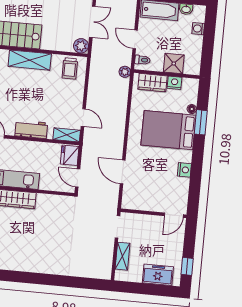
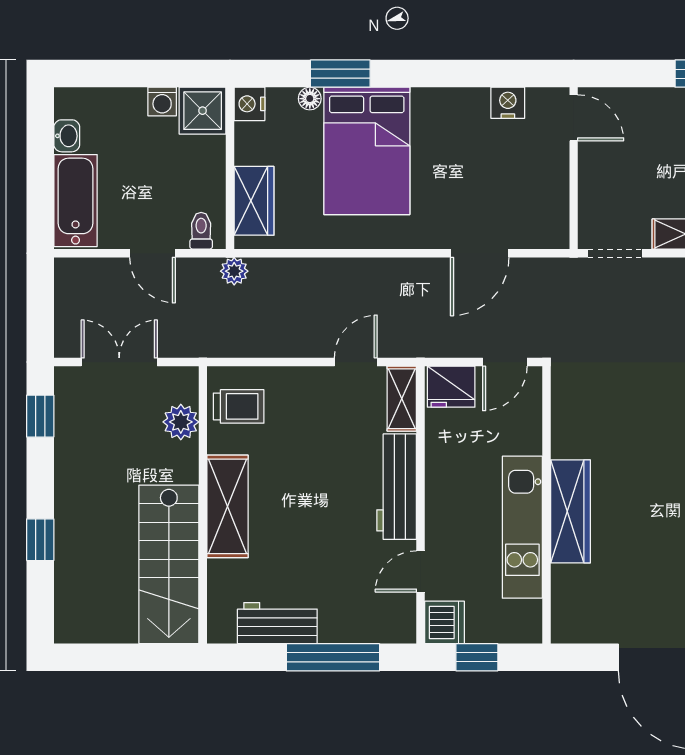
washing machine: (198, 29) -> (162, 101), moved
door: (135, 39) -> (153, 253), hinge flipped
plant: (81, 46) -> (181, 422), moved
shower: (174, 63) -> (203, 111), moved
nightstand: (174, 83) -> (249, 104), moved
workbench: (31, 129) -> (397, 487), width x1.38
nightstand: (184, 170) -> (508, 103), moved

